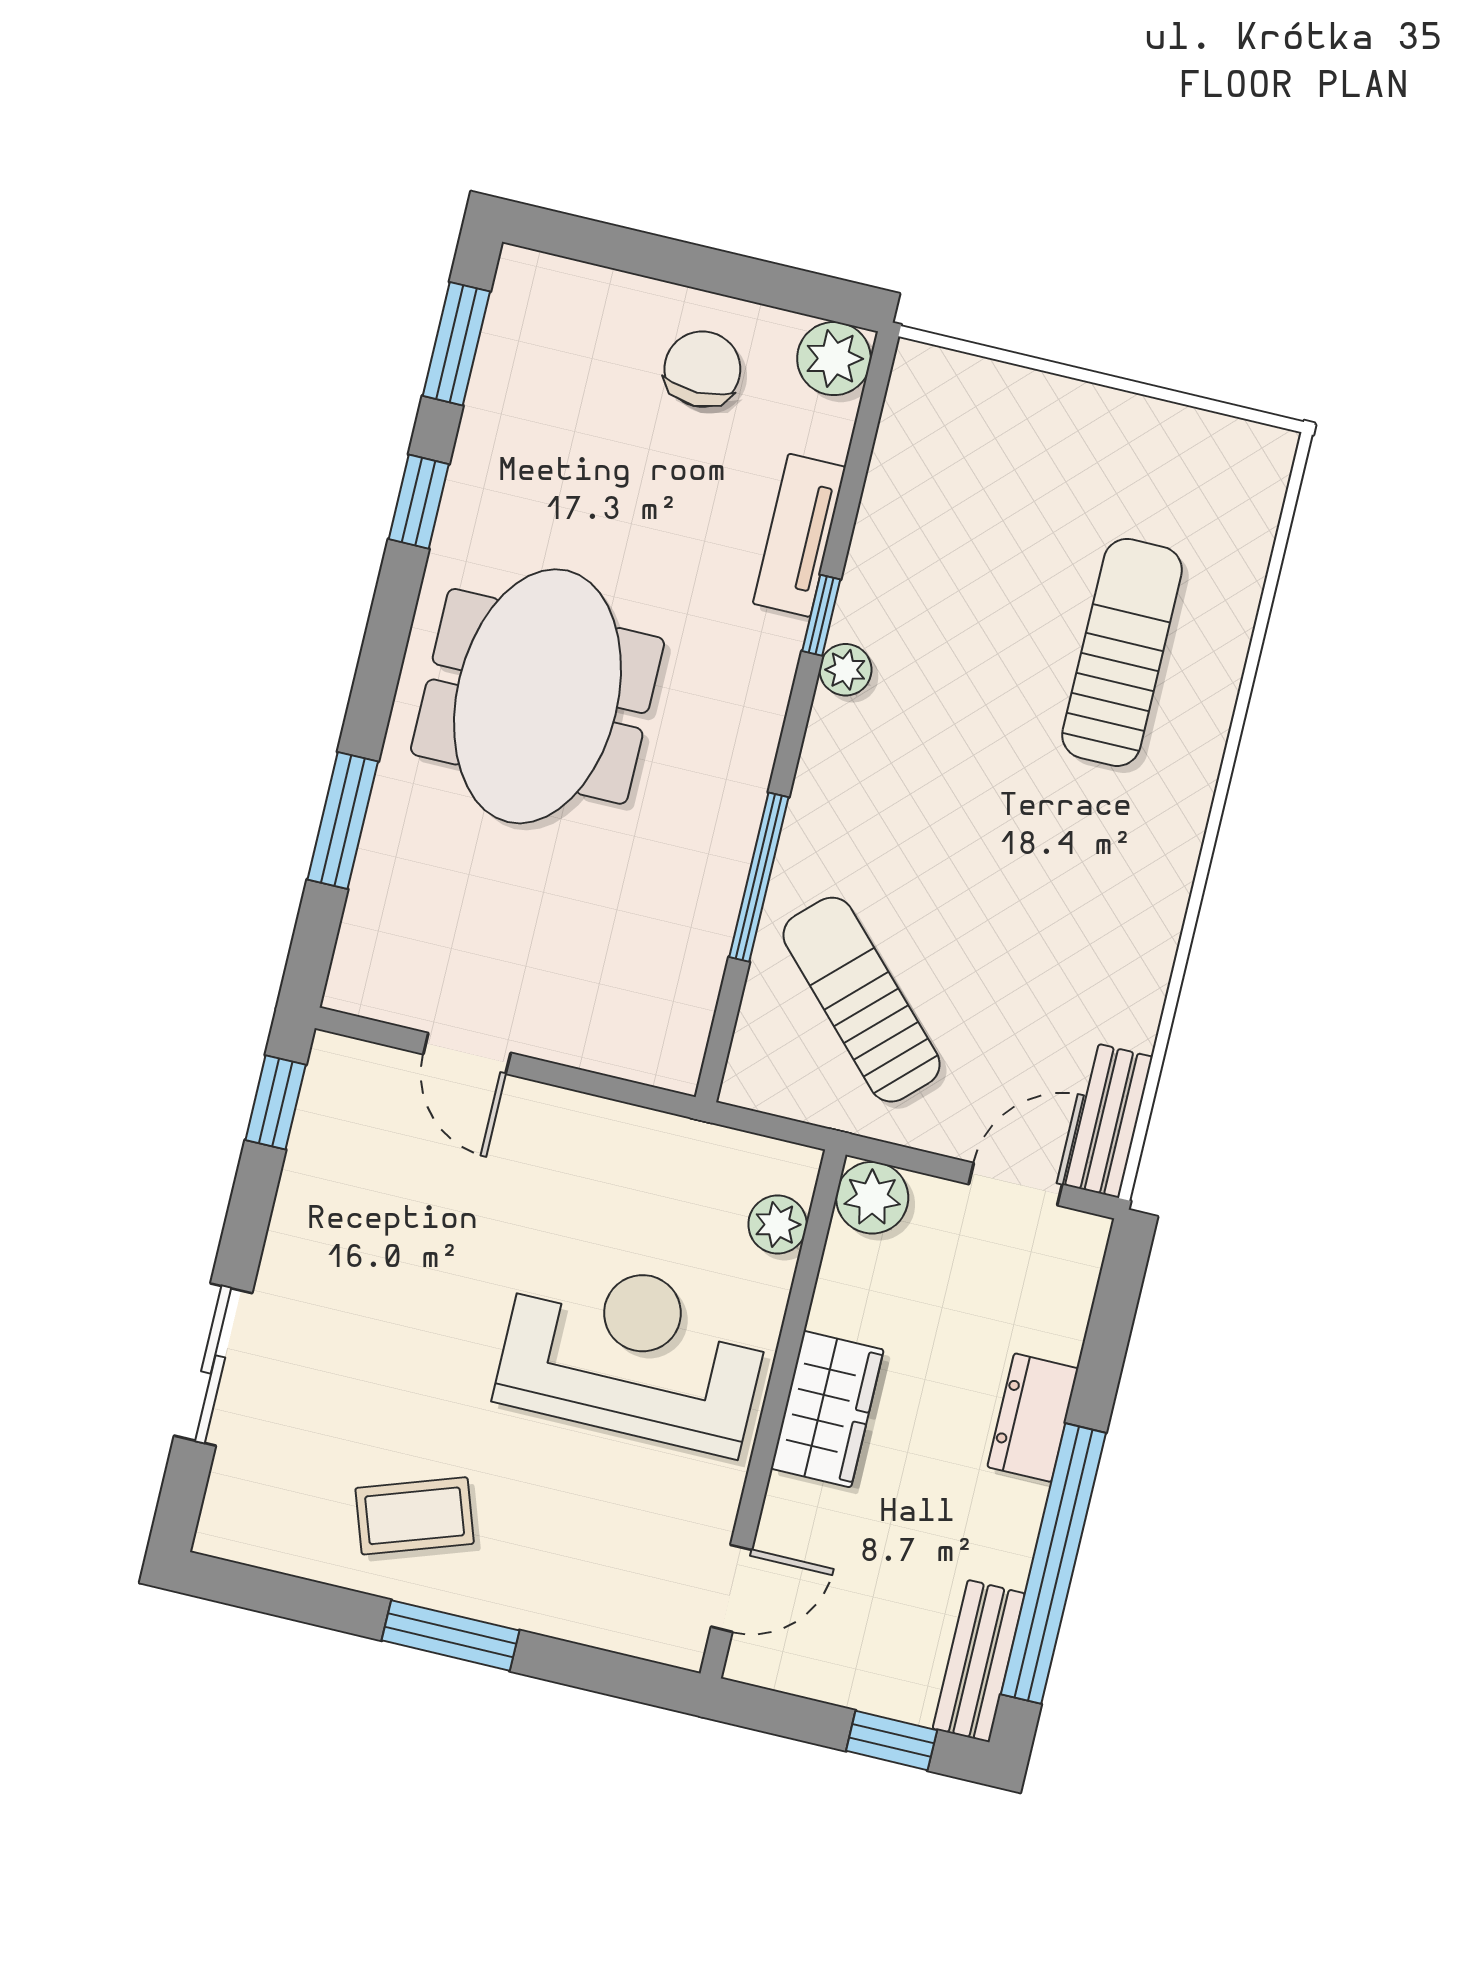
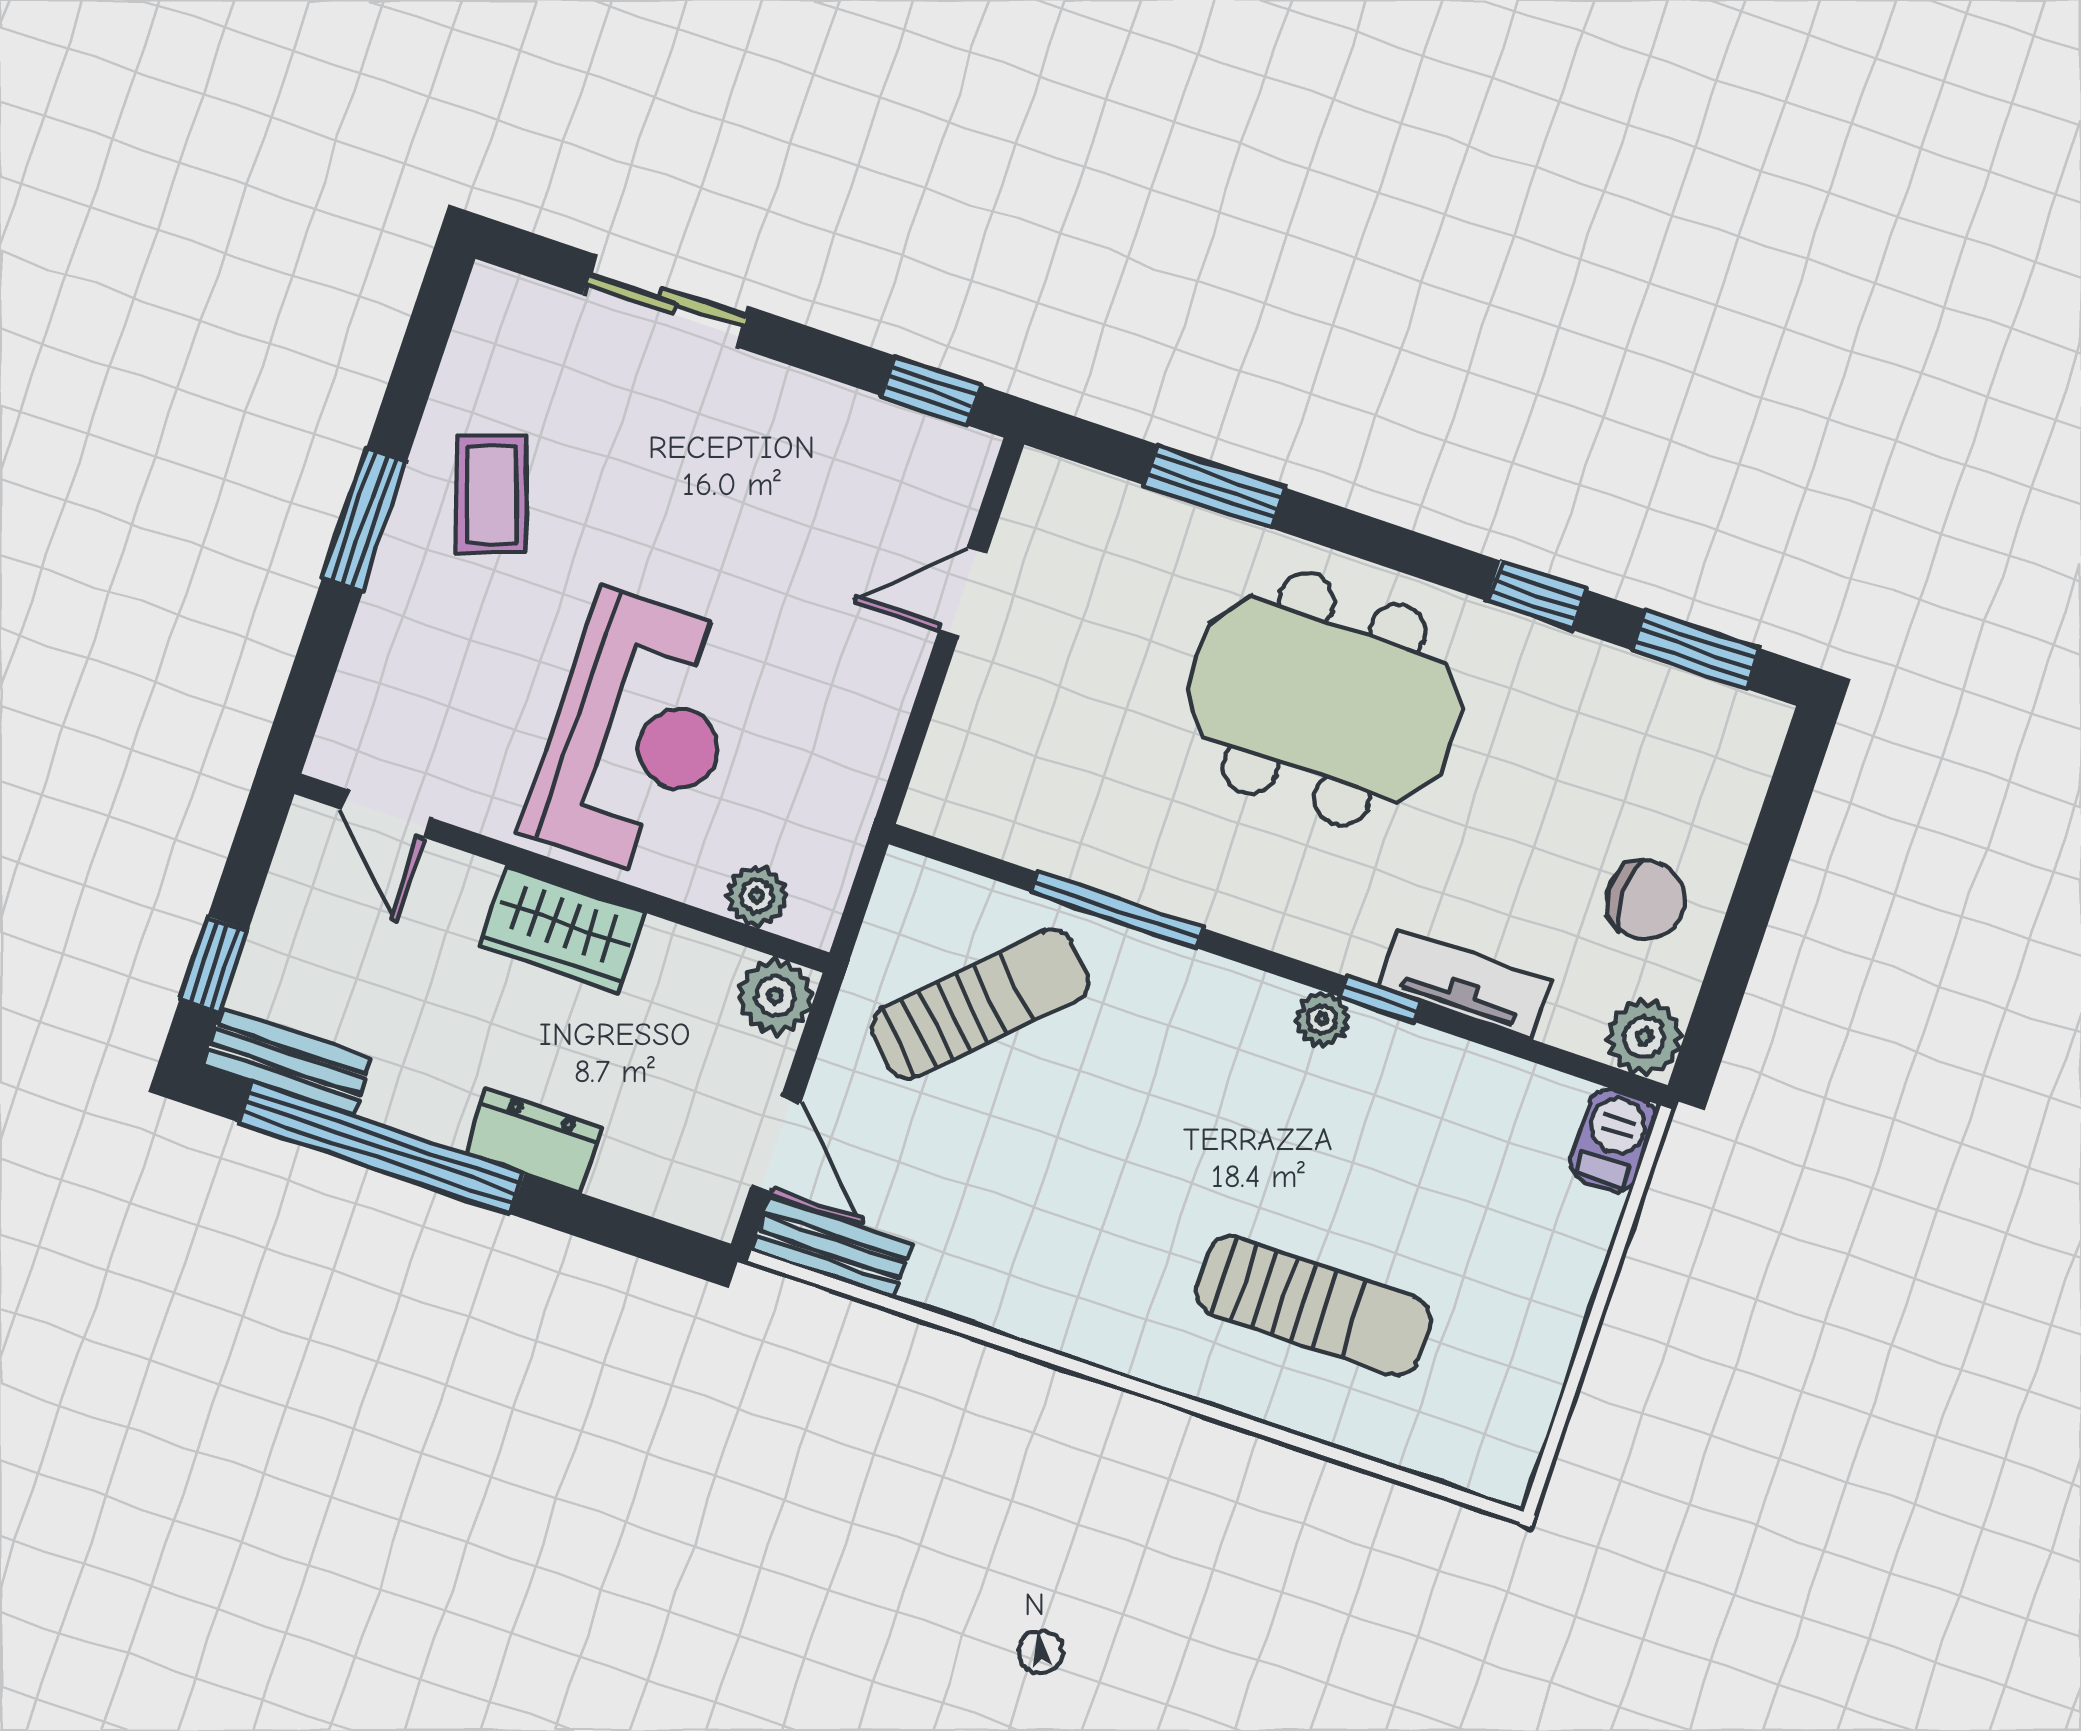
barbecue: (936, 379) -> (1613, 1140), added

